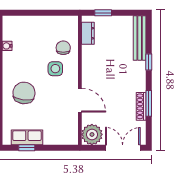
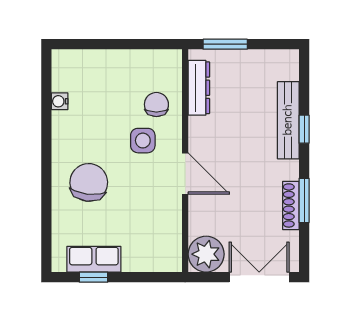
window: (103, 13) -> (225, 44), width x1.50
dresser: (88, 33) -> (199, 88), width x1.44
bench: (140, 38) -> (288, 120), moved
door: (80, 100) -> (185, 173), moved

